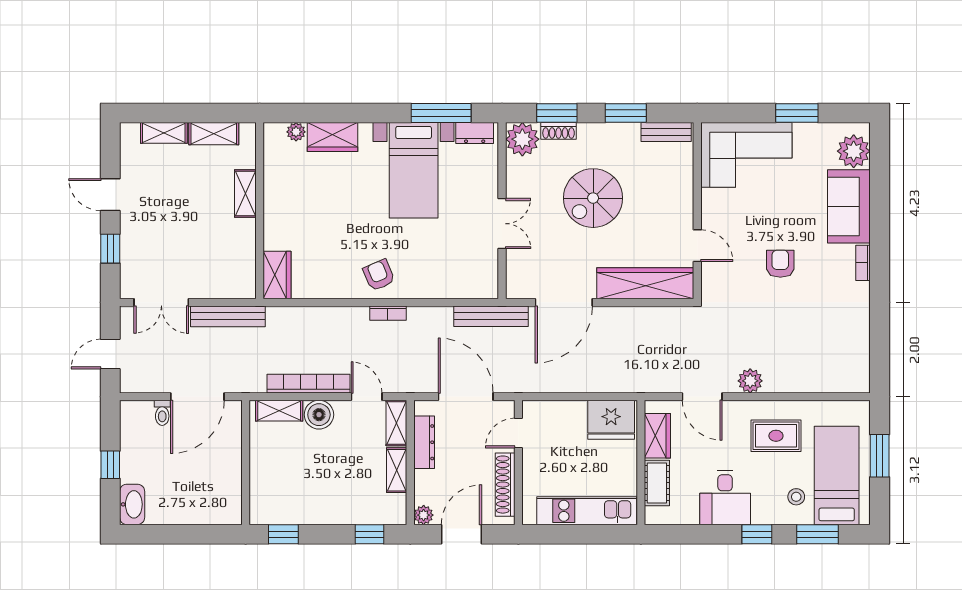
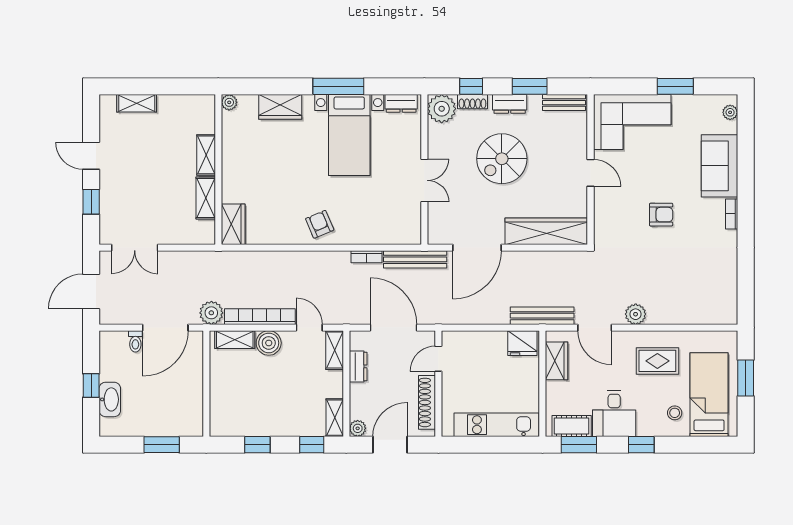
window: (441, 113) -> (338, 86), moved
window: (557, 113) -> (471, 86), width x0.67
plant: (296, 132) -> (229, 102), moved
shelving: (214, 134) -> (206, 198), moved, turned 90
dresser: (602, 134) -> (510, 104), added
plant: (854, 151) -> (730, 112), width x0.53, depth x0.53
door: (697, 246) -> (591, 173), moved
armchair: (780, 264) -> (661, 215), turned 90
bookcase: (388, 313) -> (367, 257), moved
bench: (228, 316) -> (542, 316), moved
door: (110, 354) -> (91, 291), width x1.38
plant: (251, 379) -> (211, 313), added
fridge: (611, 420) -> (522, 343), width x0.73, depth x0.75
dresser: (424, 442) -> (358, 366), width x0.70
shelving: (397, 470) -> (335, 418), moved
cot: (657, 483) -> (572, 426), moved, turned 90
washbasin: (132, 504) -> (110, 399), moved
window: (193, 534) -> (162, 445), added
window: (283, 534) -> (257, 445), moved
window: (818, 534) -> (579, 445), moved

